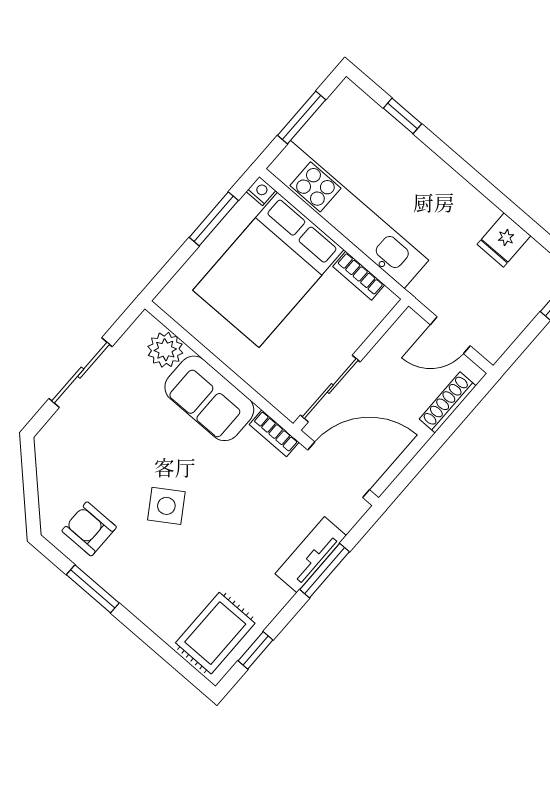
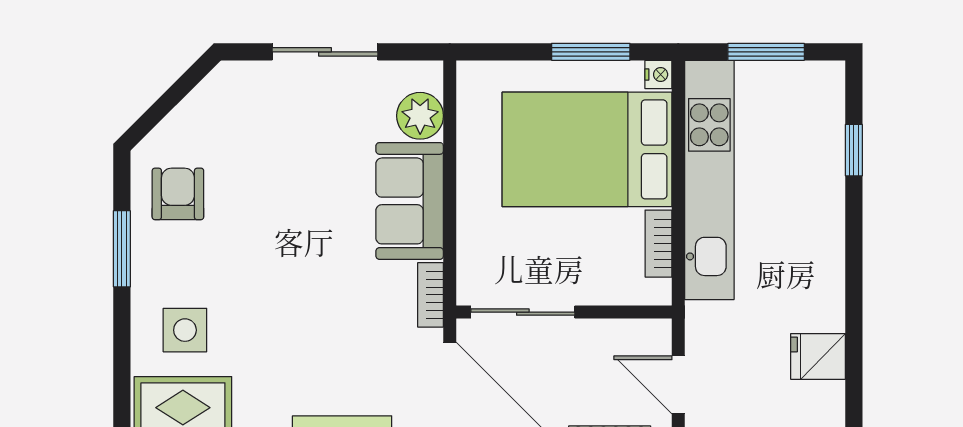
side table: (166, 506) -> (185, 330), moved, turned 33

